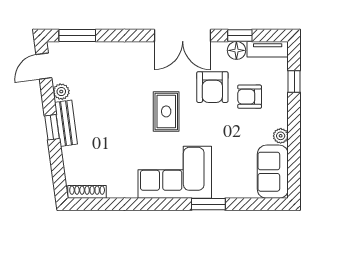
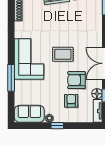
window: (294, 81) -> (57, 126), moved
window: (208, 204) -> (11, 78), width x1.44

